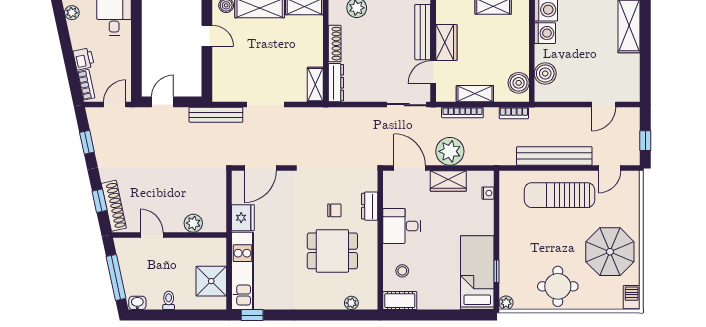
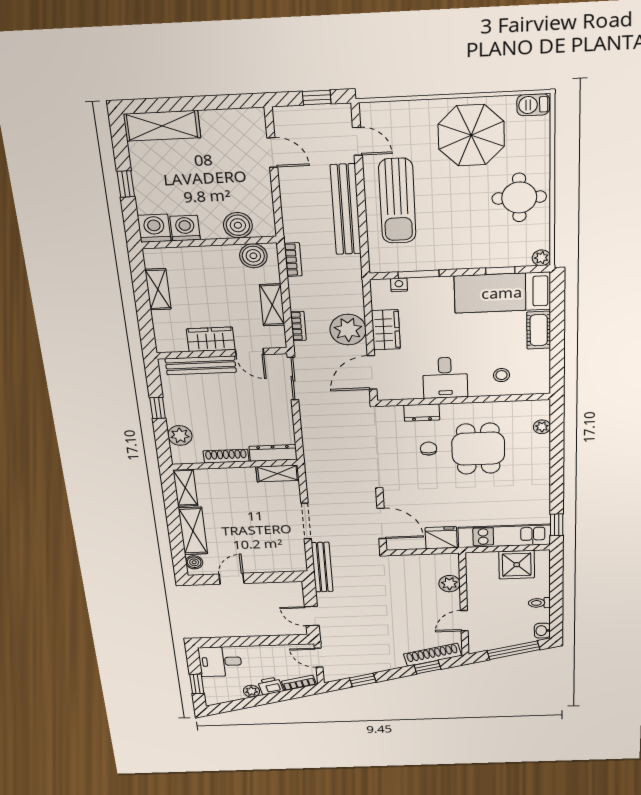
plant: (72, 13) -> (251, 691), moved
bookcase: (462, 113) -> (298, 326), width x0.64
window: (497, 209) -> (419, 274), added
cot: (400, 301) -> (539, 330), moved

